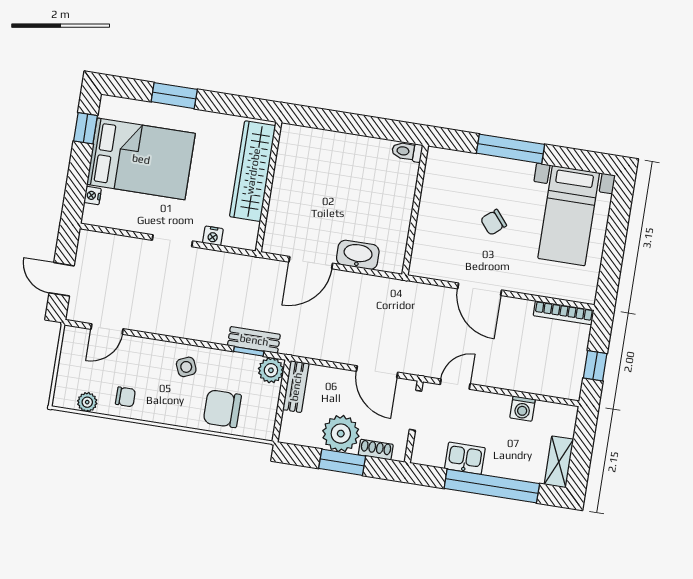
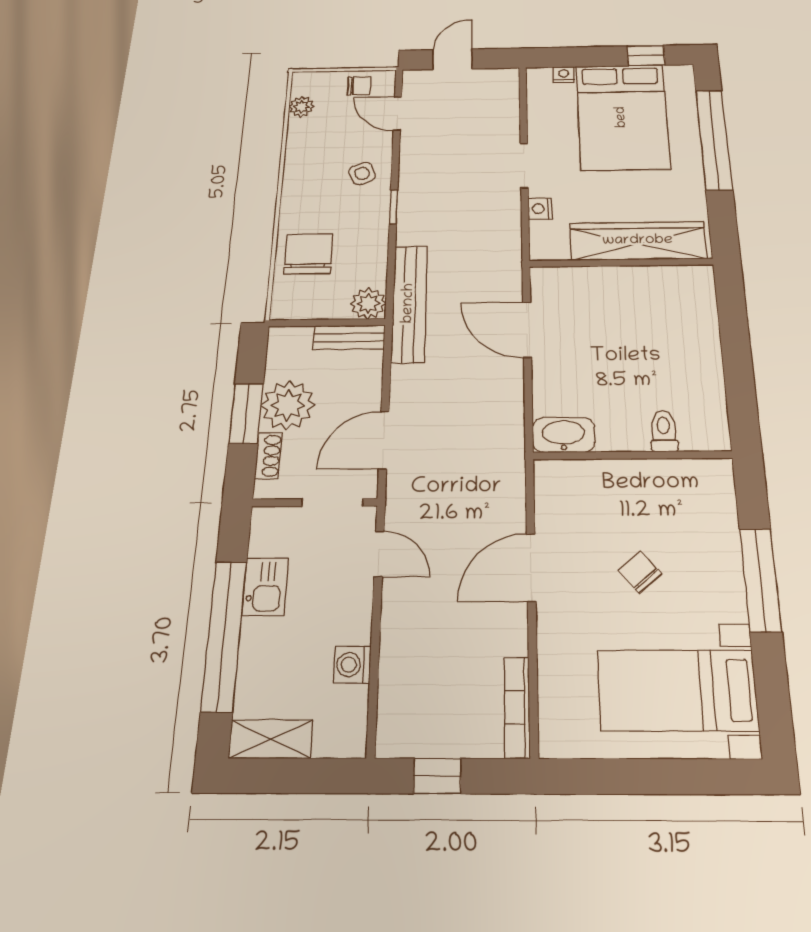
window: (174, 96) -> (714, 140), width x2.11
toilet: (407, 151) -> (664, 431), moved
washbasin: (358, 255) -> (563, 435), moved, turned -90
bench: (254, 340) -> (409, 303), width x1.86, depth x1.21
window: (249, 351) -> (394, 207), moved
side table: (186, 367) -> (362, 173), moved
chair: (125, 397) -> (359, 86), moved, turned -90

